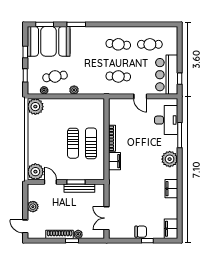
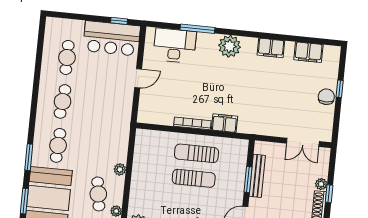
cafe table: (118, 76) -> (58, 145), moved
filing cabinet: (171, 229) -> (308, 52), moved

